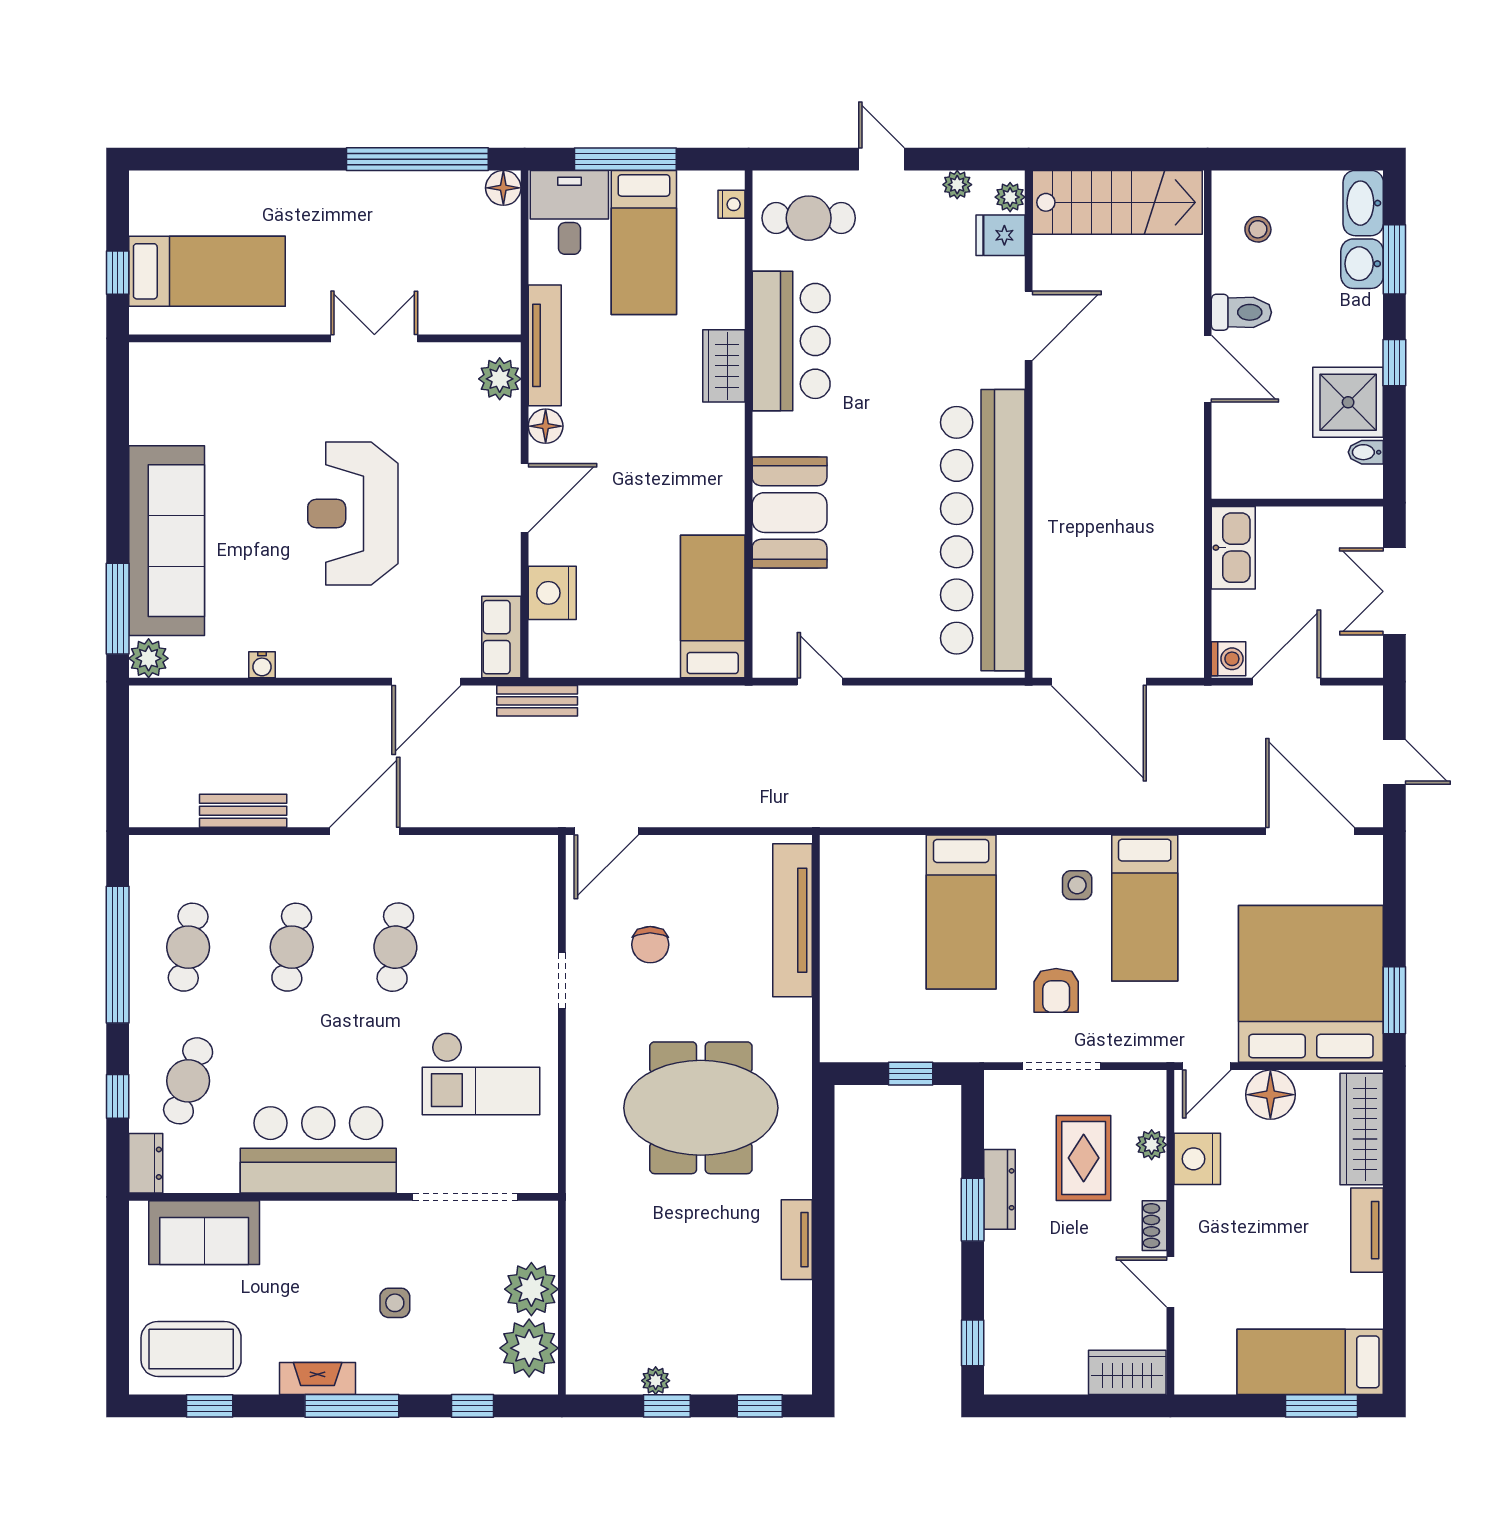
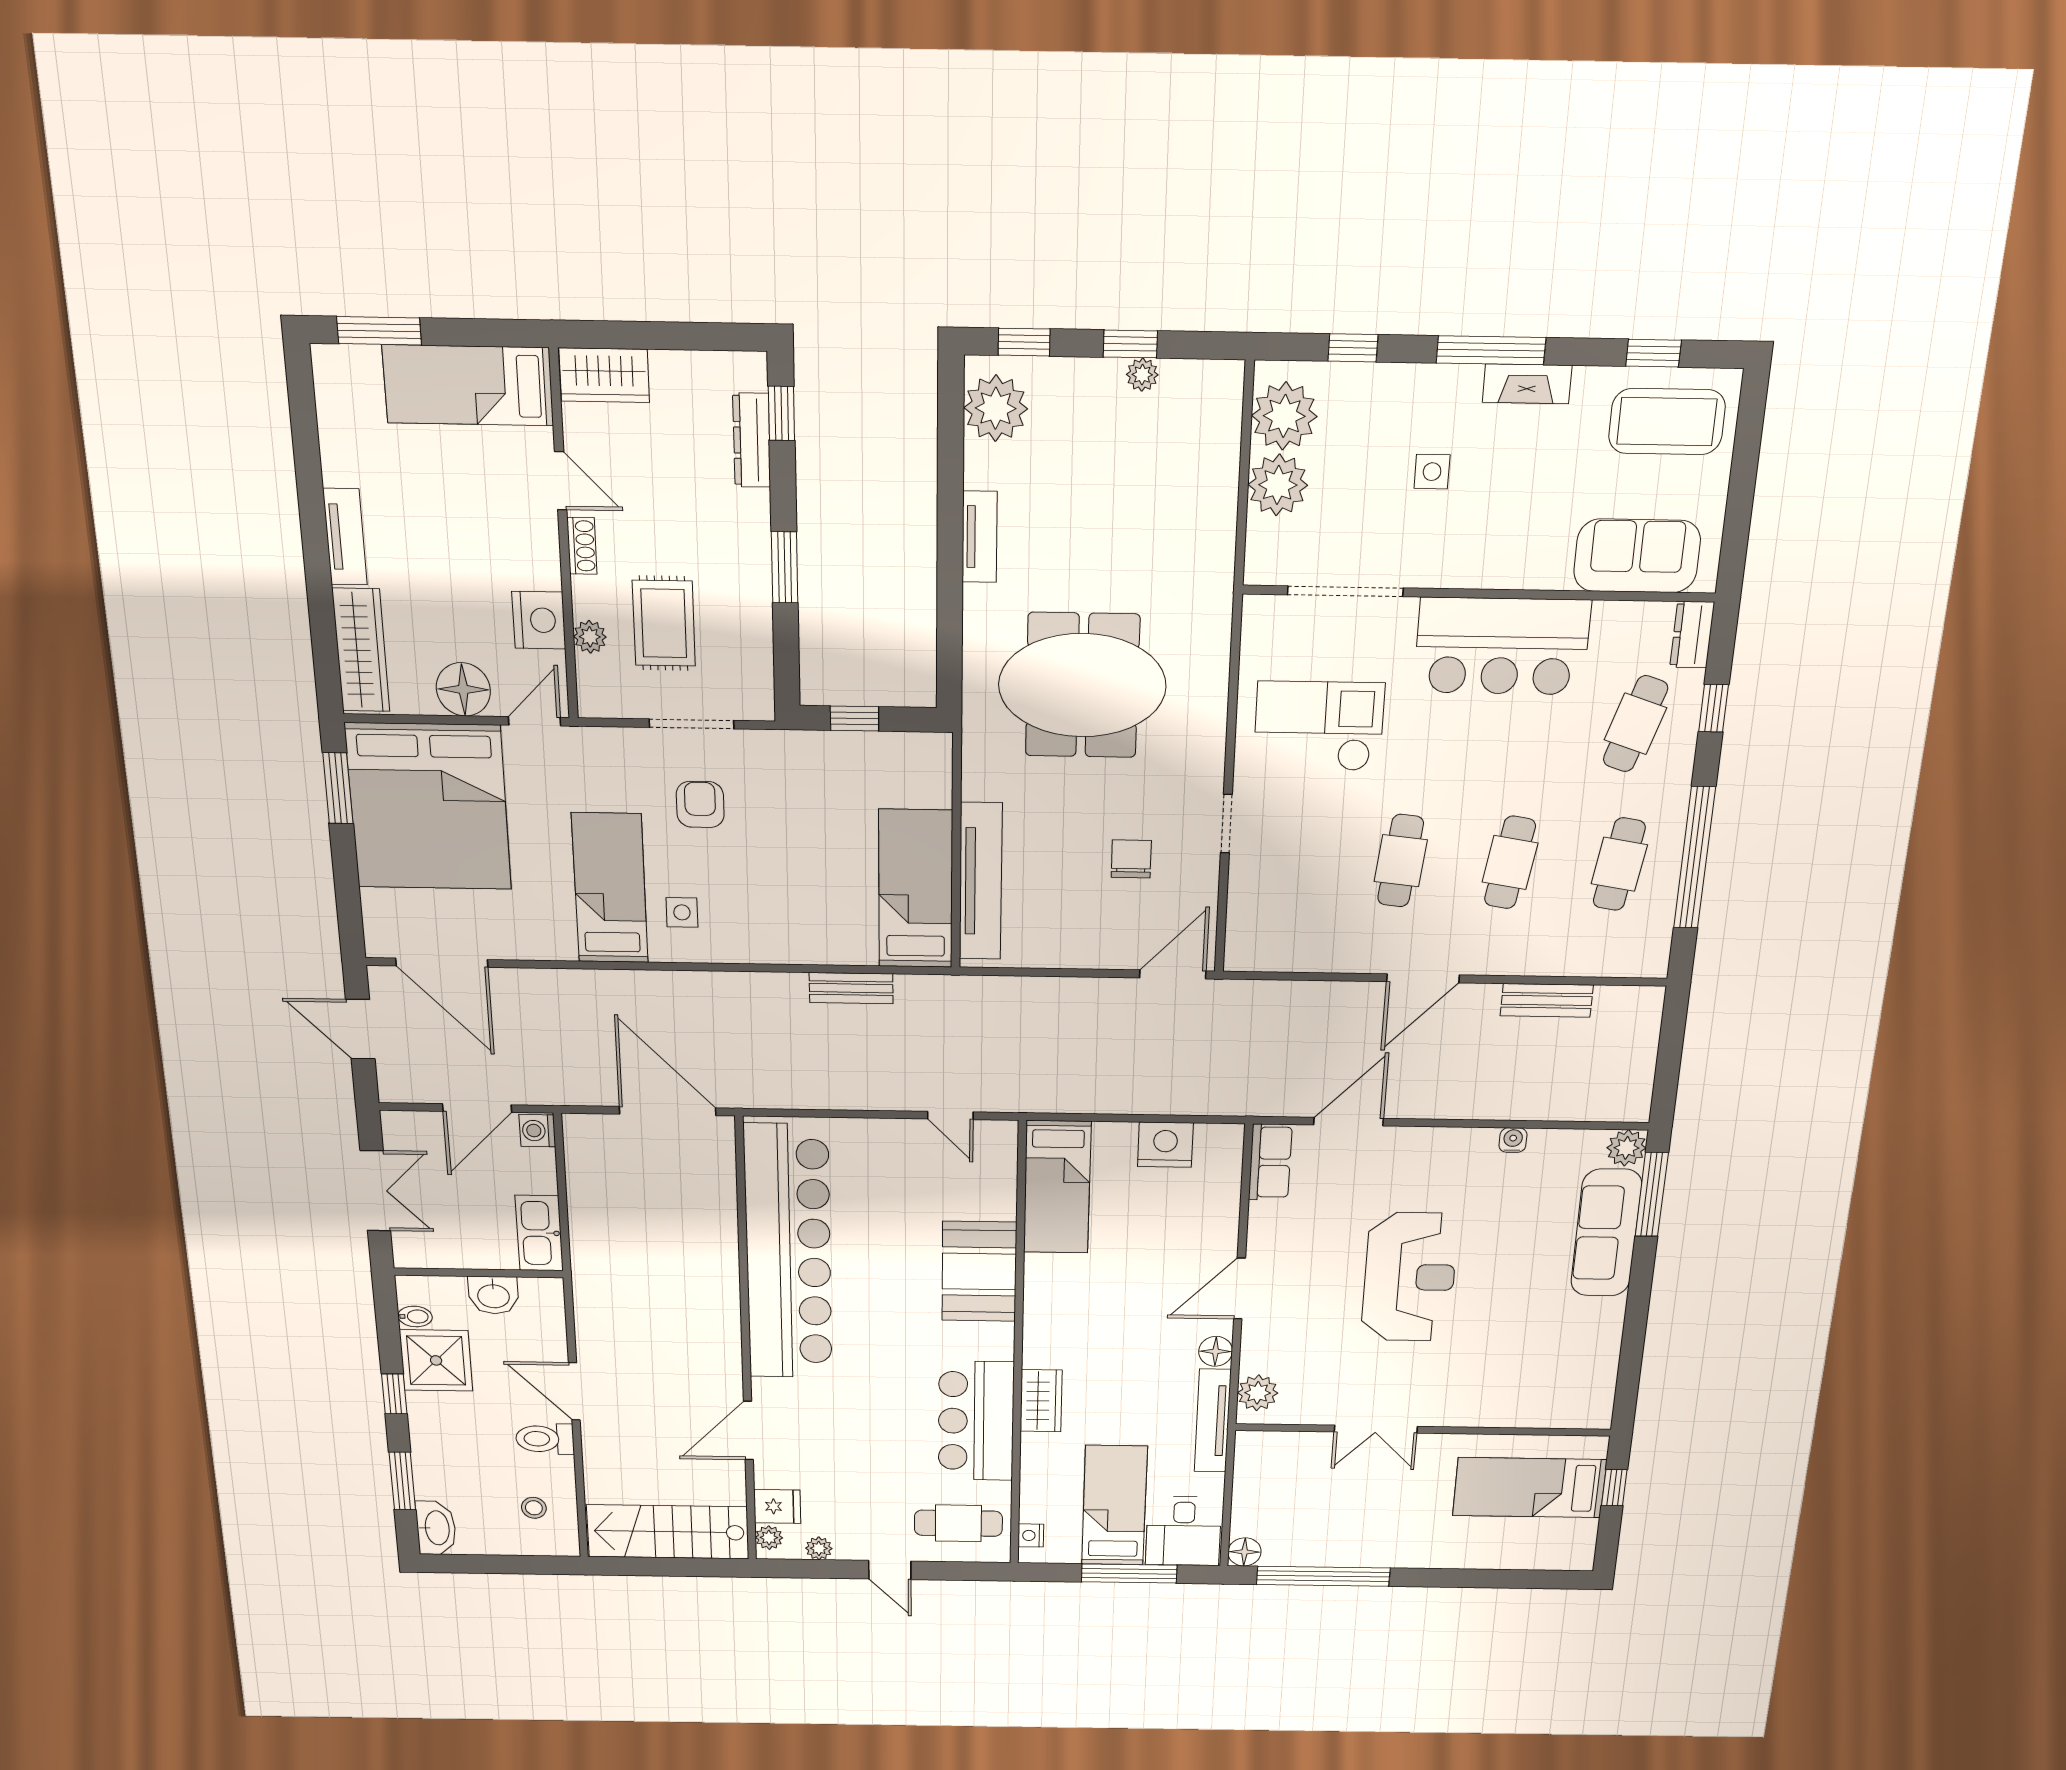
washbasin: (1362, 264) -> (493, 1295), moved, turned 90
sofa: (167, 541) -> (1606, 1233), width x0.74, depth x0.79
nightstand: (552, 593) -> (1165, 1145), moved, turned -90
bench: (537, 701) -> (851, 988), moved
door: (1394, 762) -> (360, 1029), width x1.38
bed: (961, 912) -> (916, 889), moved
dresser: (999, 1189) -> (752, 440), moved
plant: (784, 1350) -> (996, 408), added
bed: (1310, 1362) -> (468, 385), moved, turned 180

